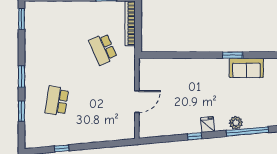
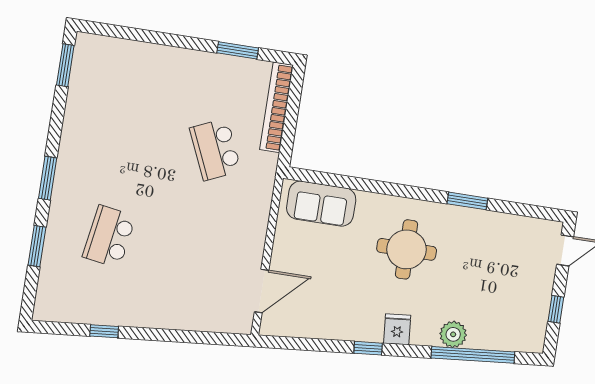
sofa: (246, 68) -> (321, 204), moved
round table: (206, 84) -> (407, 249), added
door: (137, 102) -> (262, 291), moved

